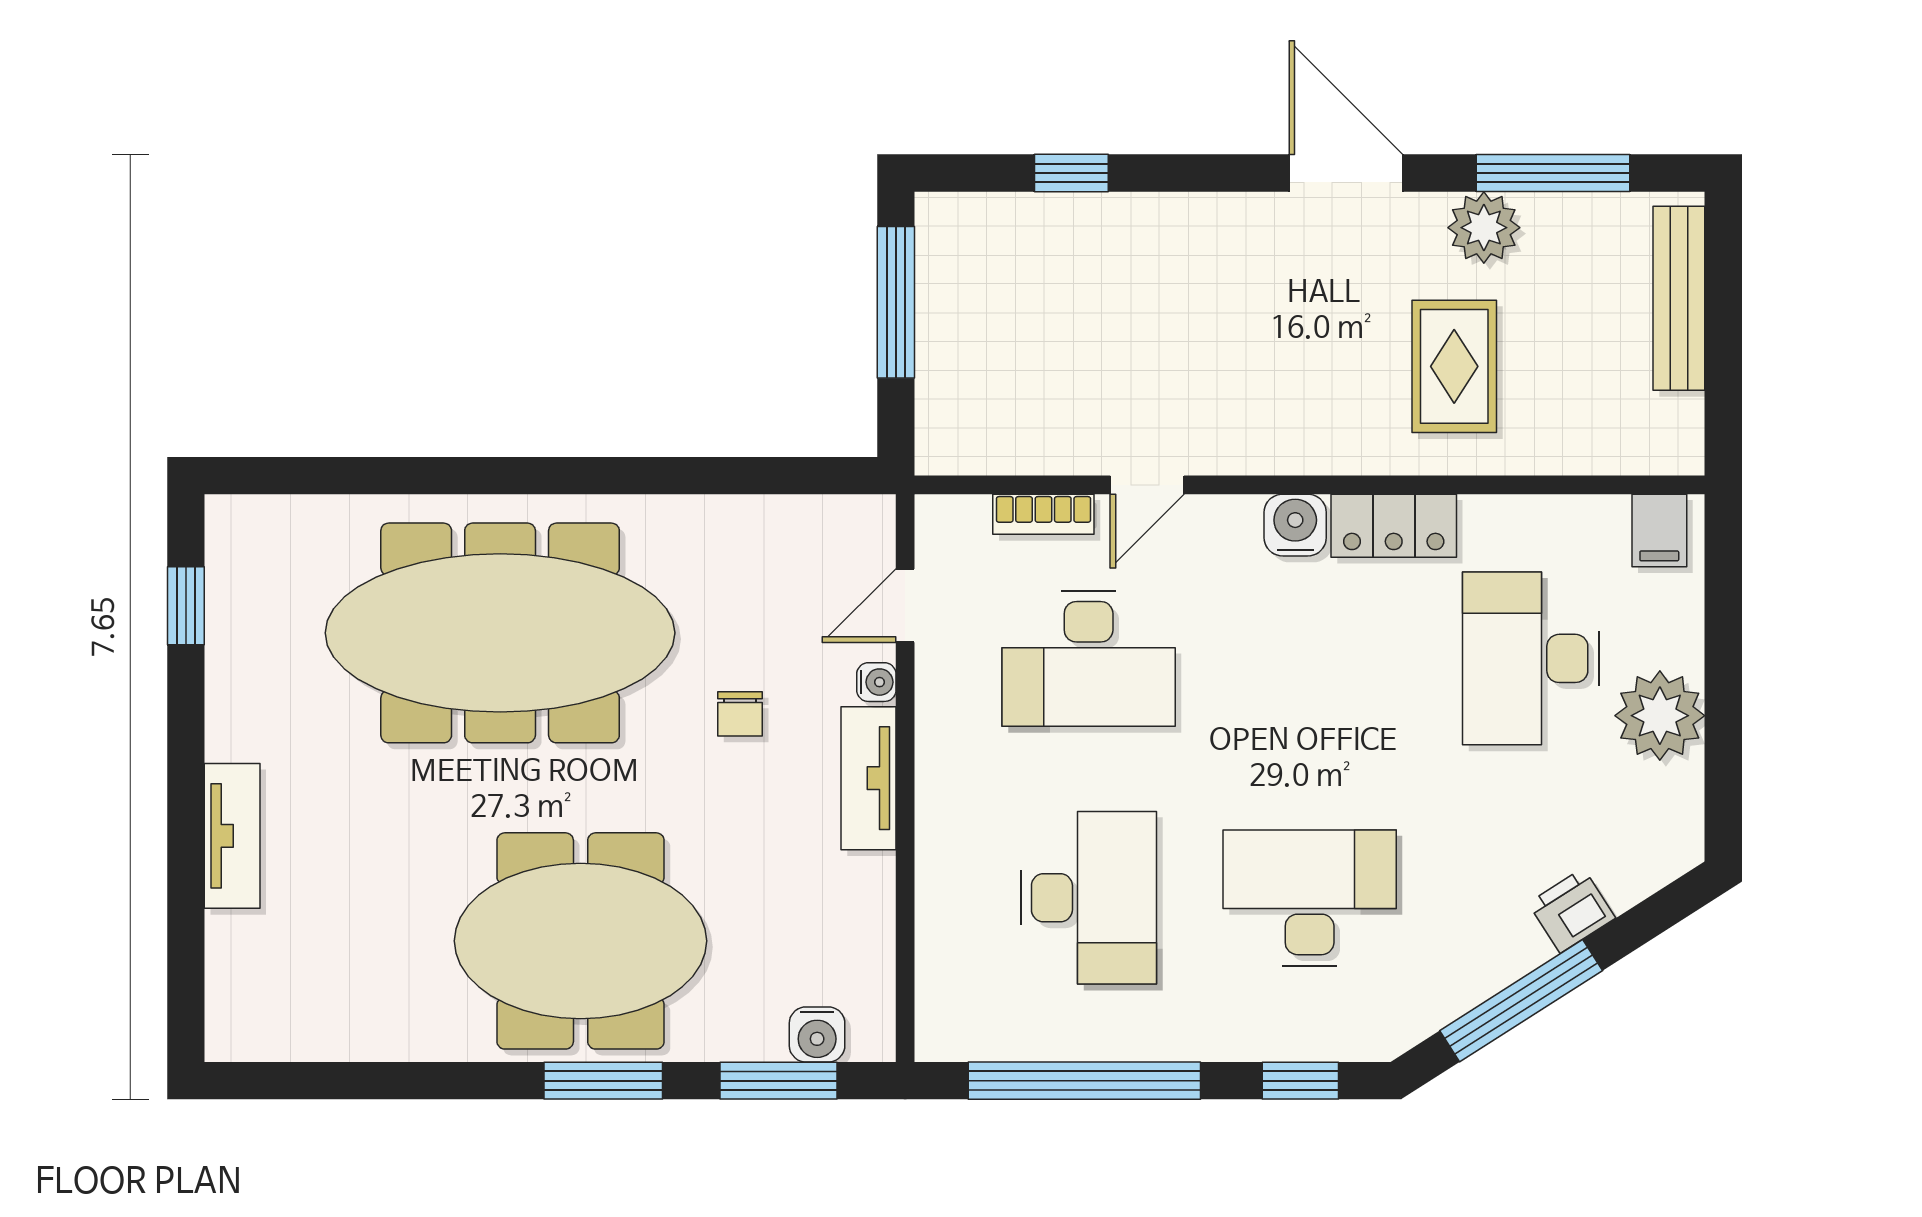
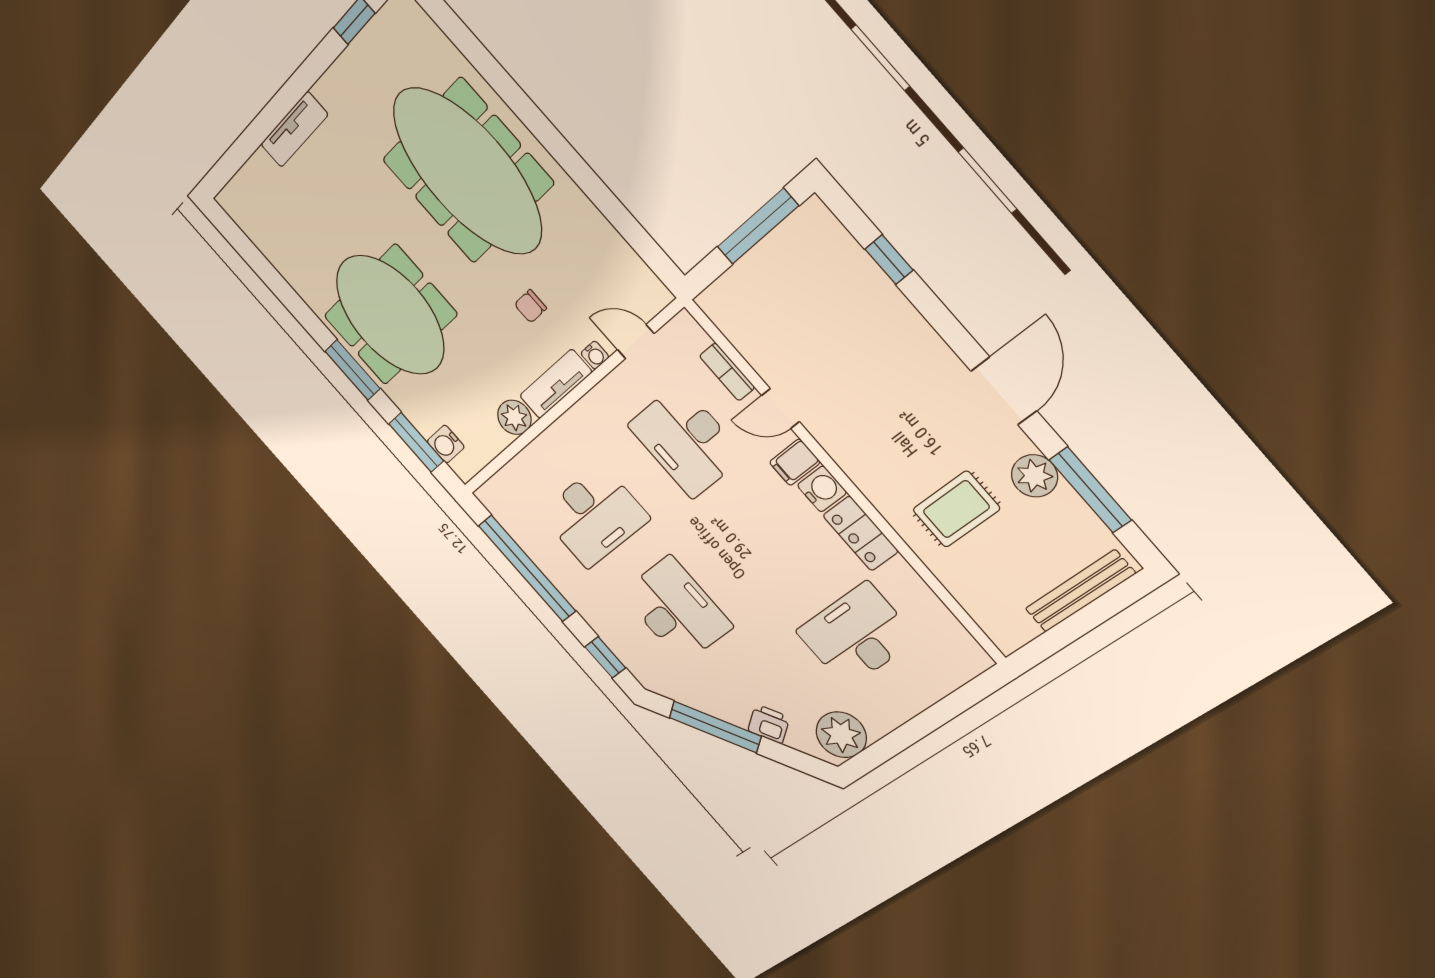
filing cabinet: (1659, 530) -> (795, 462), moved
plant: (1660, 716) -> (841, 735), moved
plant: (864, 887) -> (514, 417), added

